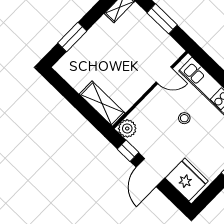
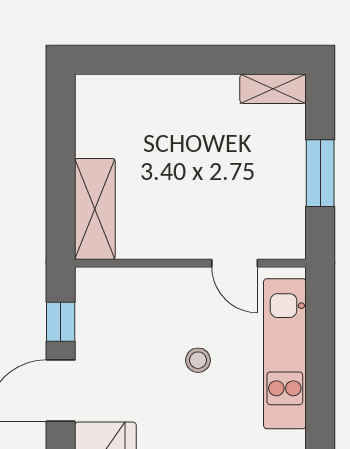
window: (72, 37) -> (154, 60), removed
plant: (127, 128) -> (94, 286), removed

